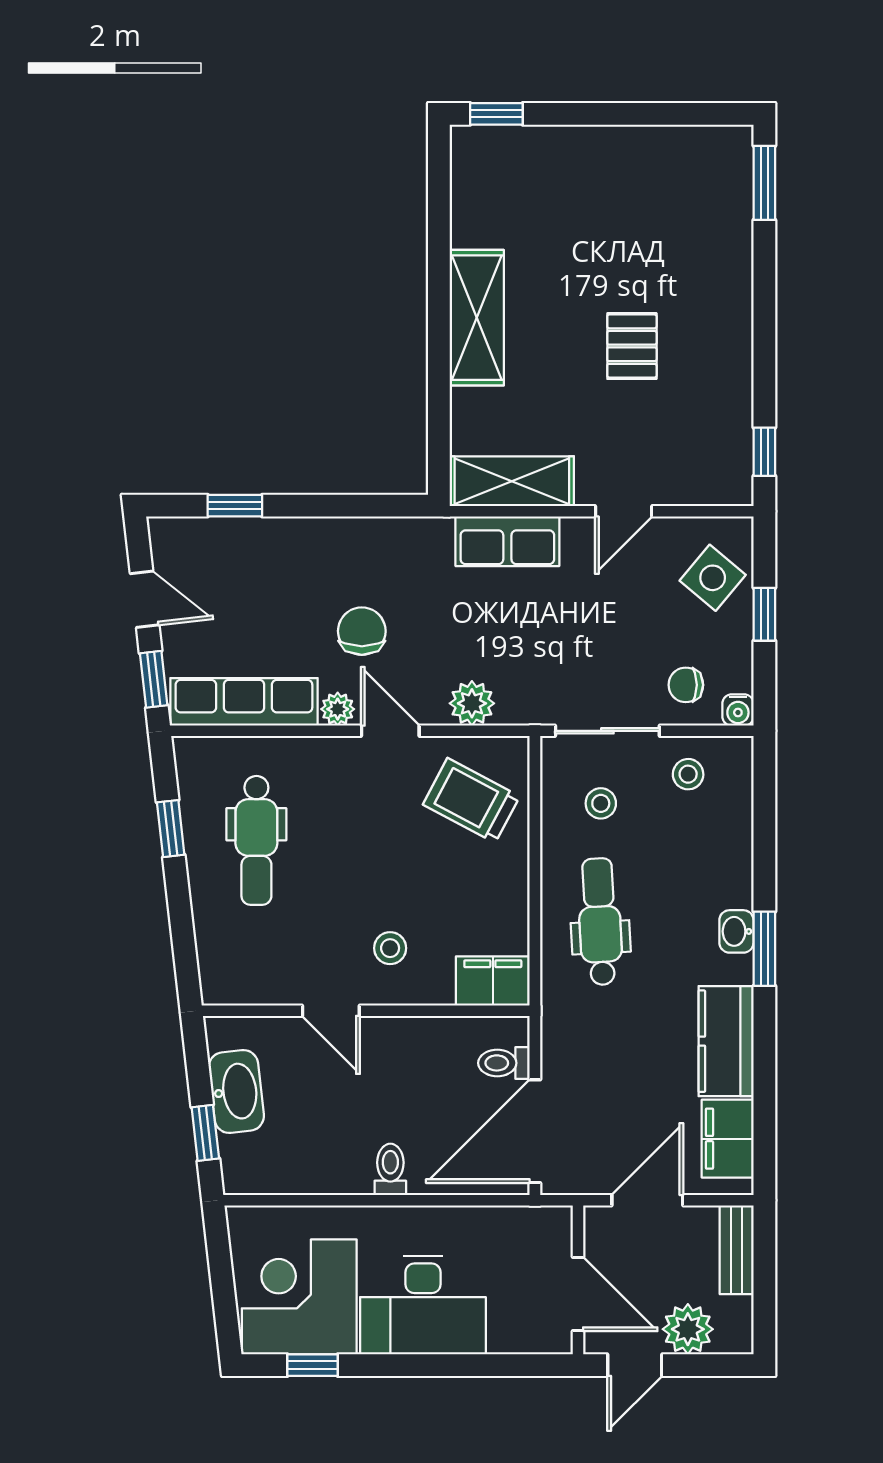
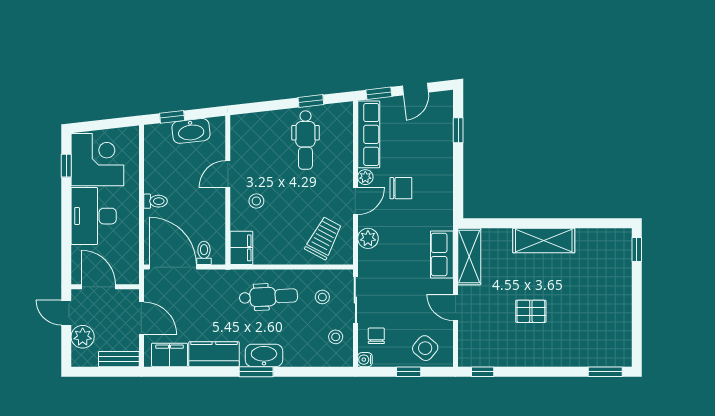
dental chair: (256, 840) -> (305, 140), turned -90
washbasin: (736, 931) -> (264, 355), width x1.91, depth x1.45
door: (578, 1294) -> (99, 287), swing flipped

